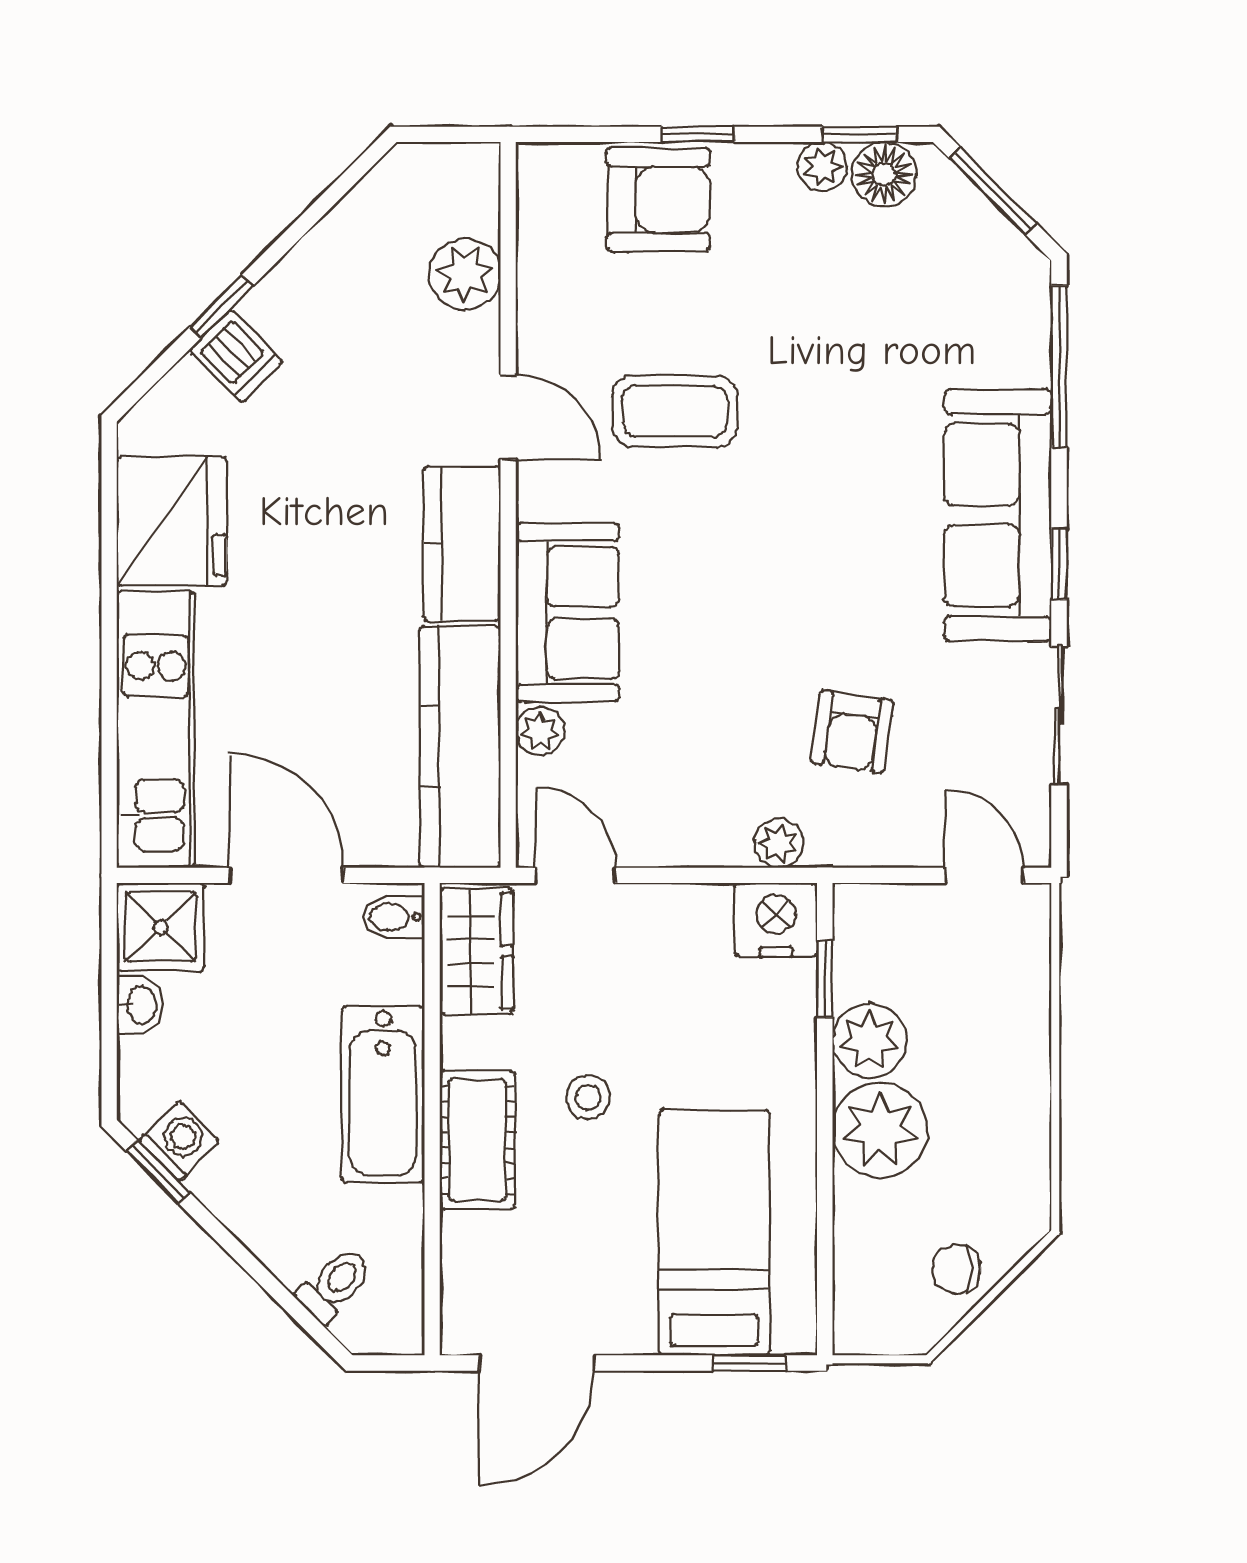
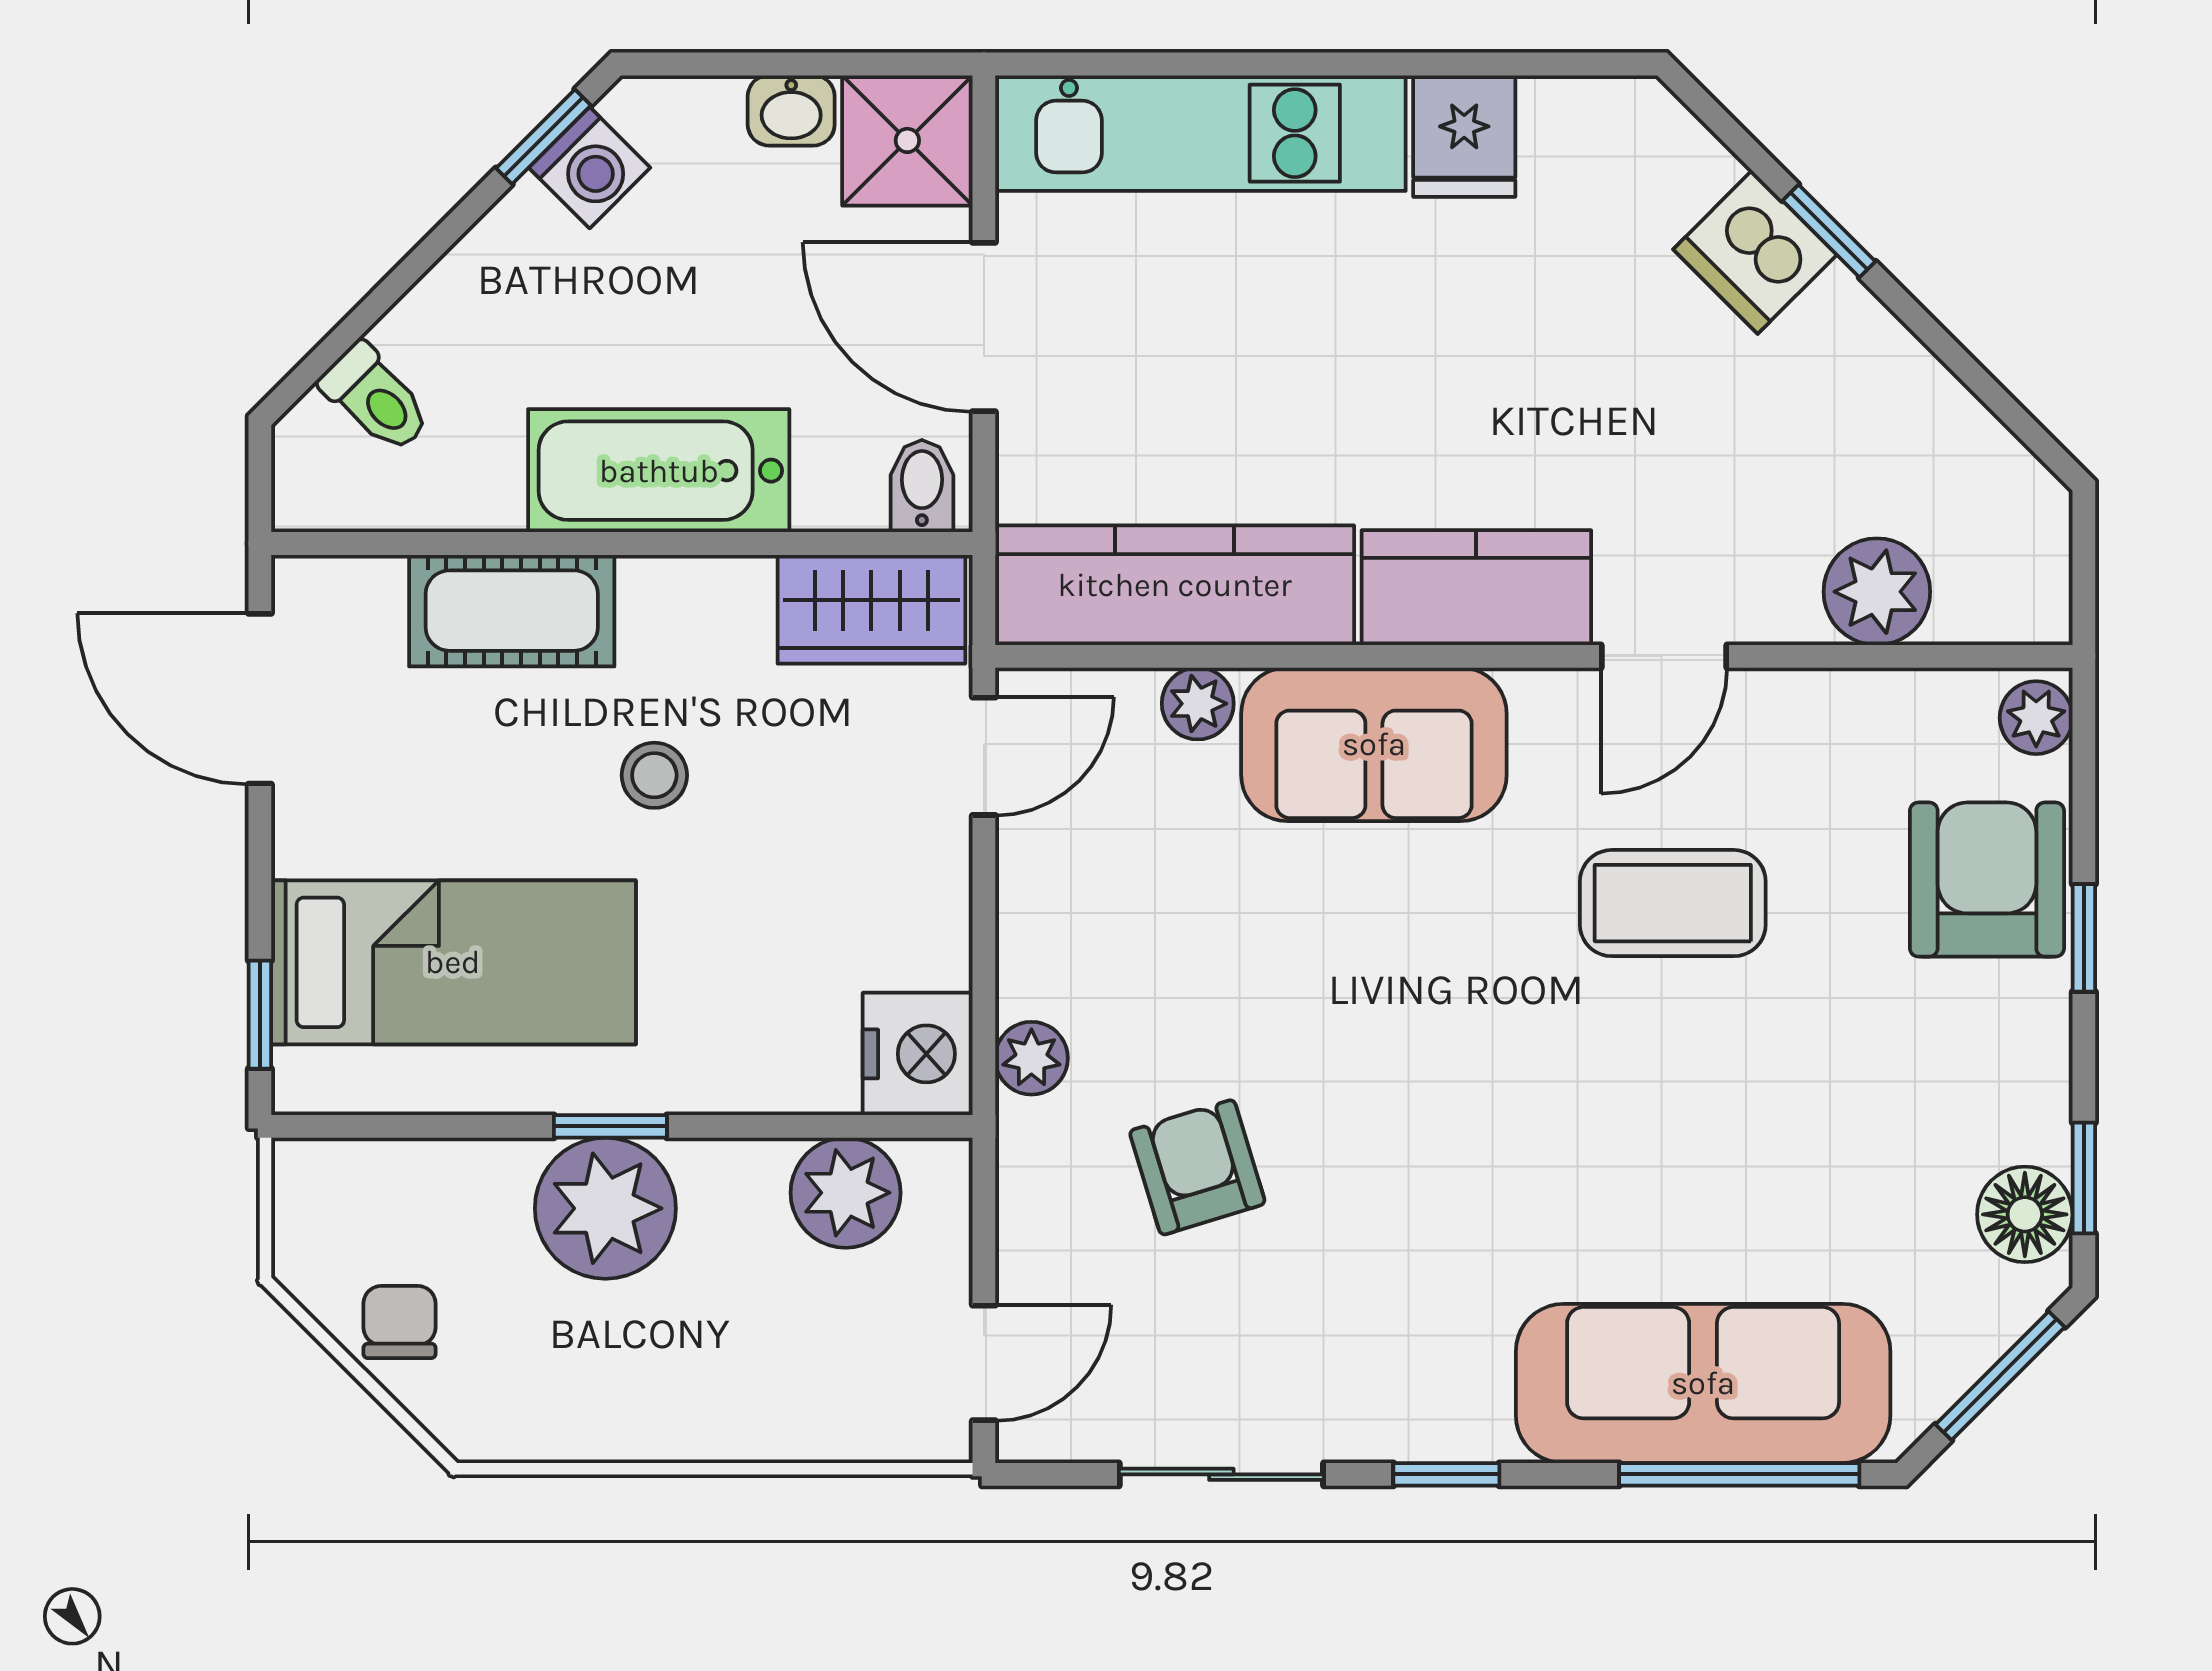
plant: (822, 167) -> (2036, 718), moved
armchair: (658, 200) -> (1987, 880), turned 180
dishwasher: (236, 356) -> (1755, 252), width x1.38
coffee table: (674, 411) -> (1673, 903), turned 90
sofa: (998, 515) -> (1703, 1383), moved
fridge: (172, 521) -> (1464, 136), width x0.53, depth x0.75
armchair: (852, 732) -> (1197, 1167), turned 65
door: (286, 875) -> (984, 327), swing flipped
window: (825, 979) -> (610, 1126), moved
plant: (869, 1041) -> (846, 1193), moved
cot: (477, 1140) -> (512, 611), moved

